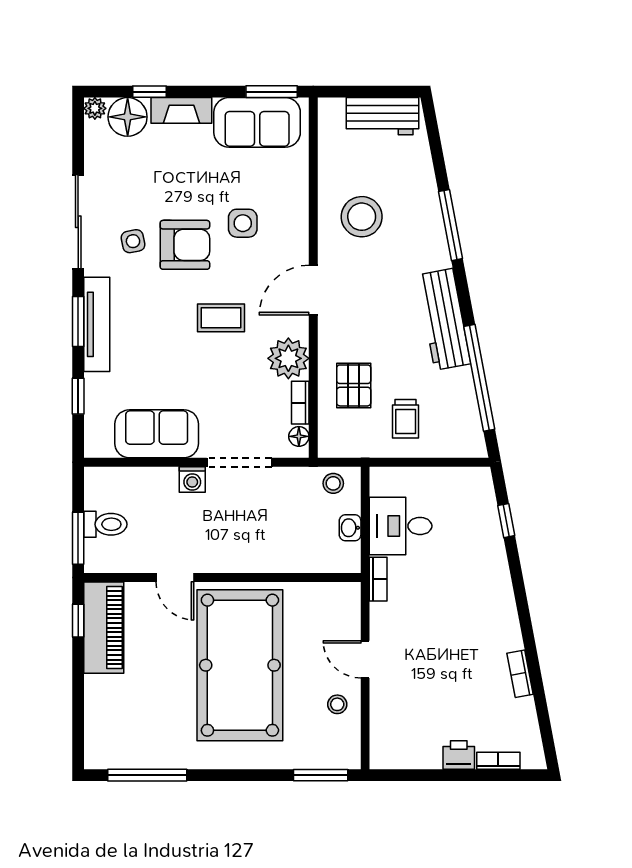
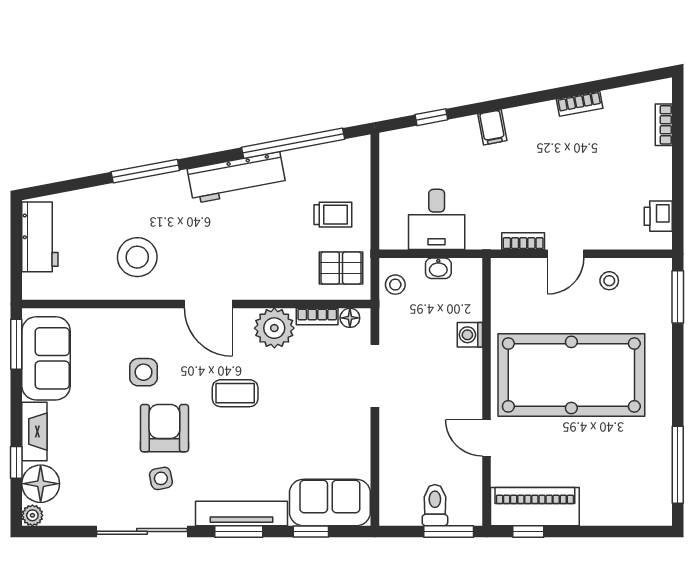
coffee table: (221, 318) -> (235, 393), turned 90
pallet: (354, 385) -> (341, 268), moved
sofa: (157, 434) -> (330, 503), moved, turned 90
washing machine: (192, 479) -> (470, 335), moved, turned 180
door: (175, 578) -> (487, 438), swing flipped
bookcase: (378, 579) -> (523, 241), moved
filing cabinet: (496, 584) -> (492, 127), added
printer: (459, 755) -> (658, 216), moved

